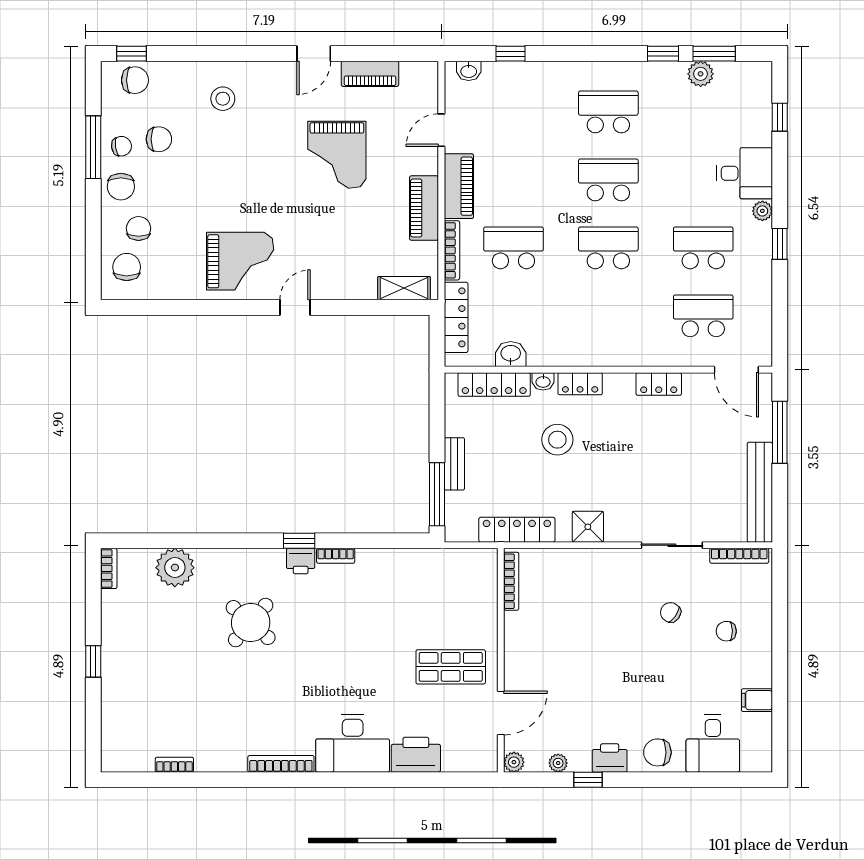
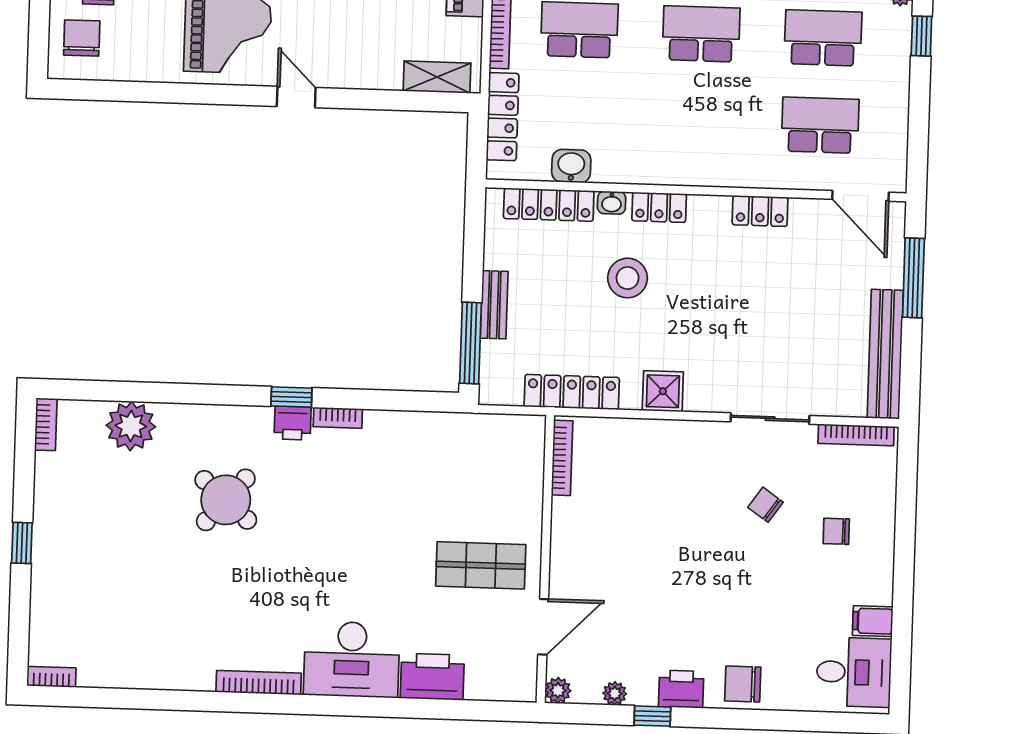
door: (295, 307) -> (296, 97), hinge flipped
desk: (713, 744) -> (854, 672), moved, turned -90
bookcase: (174, 765) -> (51, 677), moved

